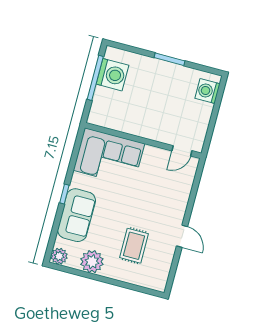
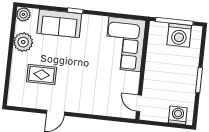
wall: (143, 140) -> (143, 70), moved
door: (182, 151) -> (139, 103), moved
corner sofa: (109, 157) -> (125, 44), moved

